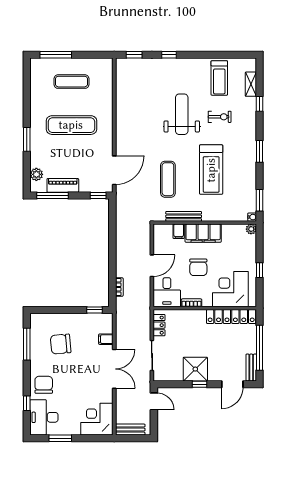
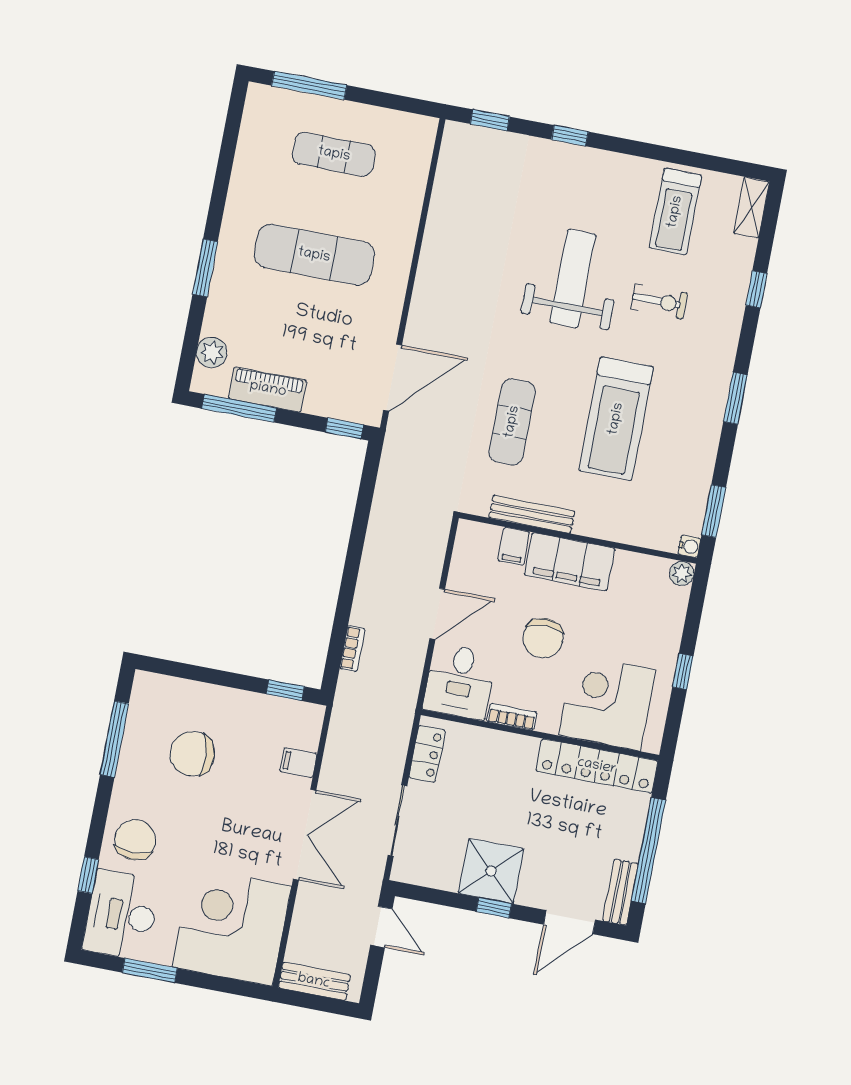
shelving: (251, 84) -> (751, 207), moved
corner desk: (97, 419) -> (232, 927), width x1.36, depth x1.36

